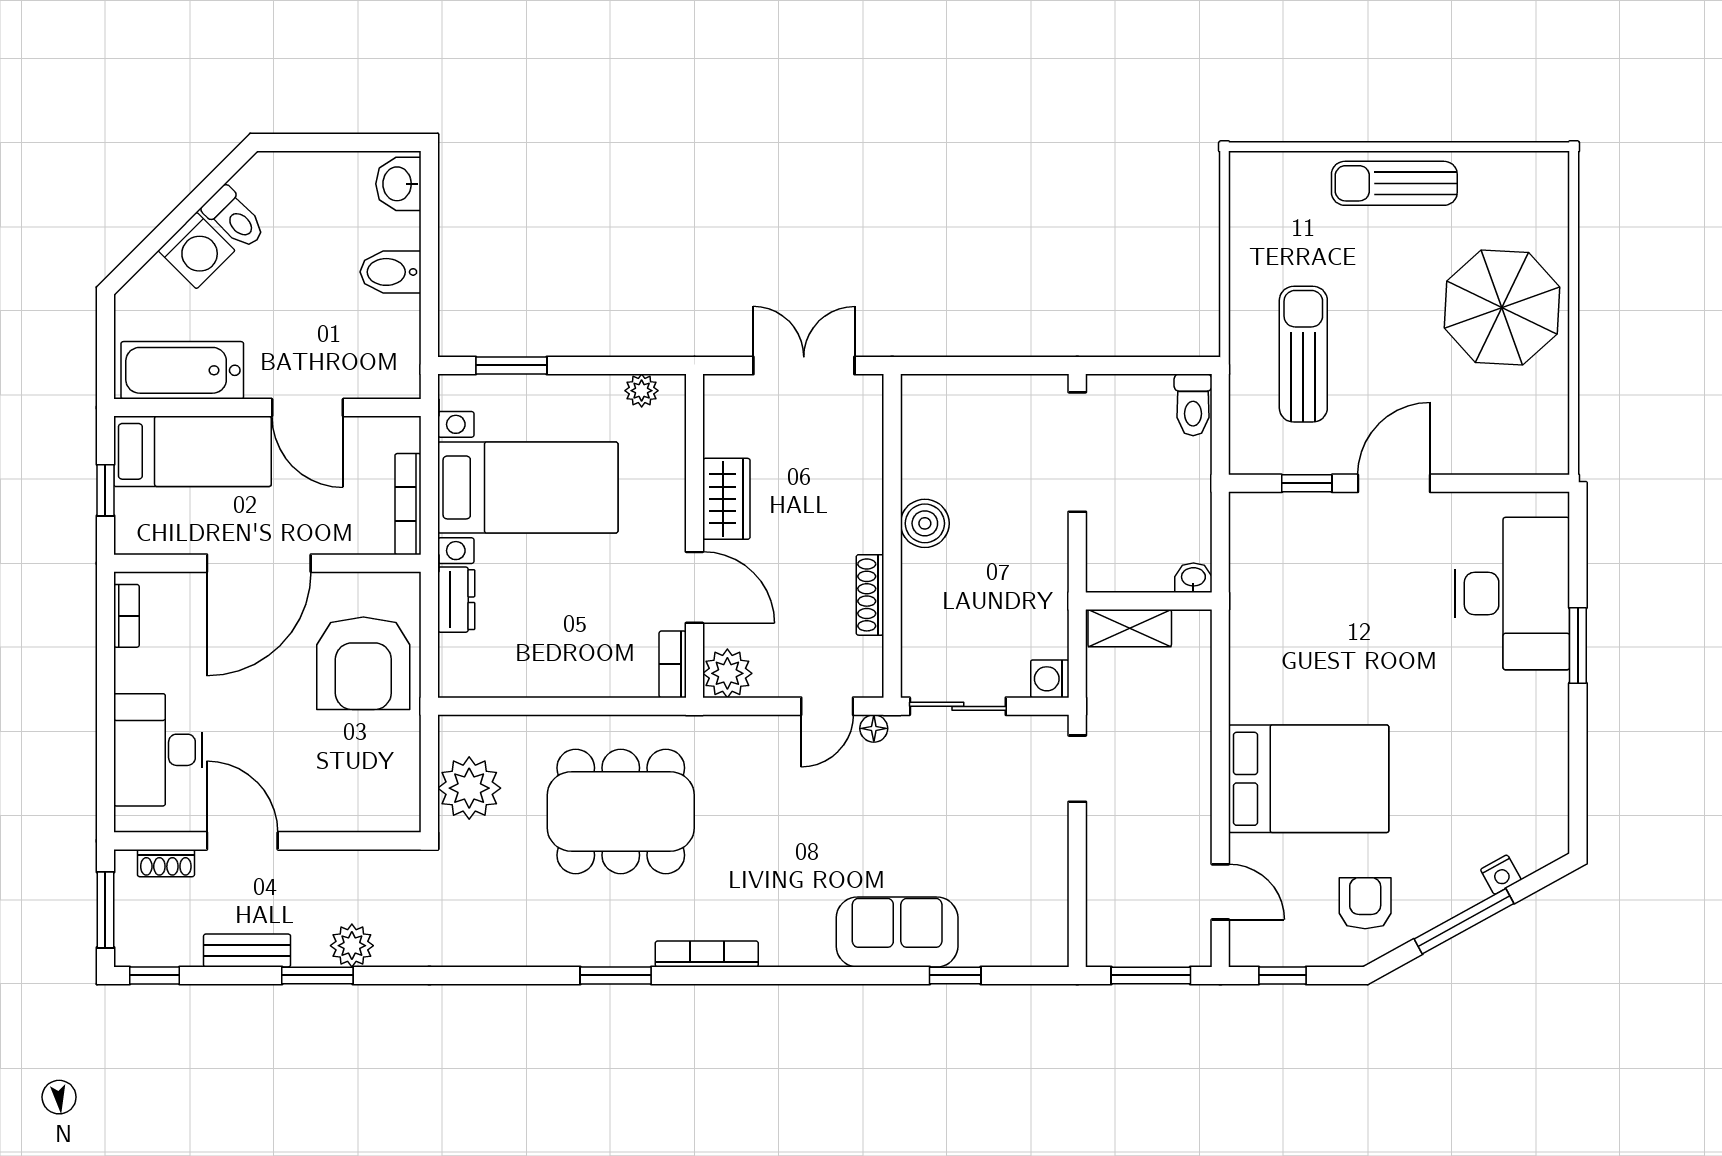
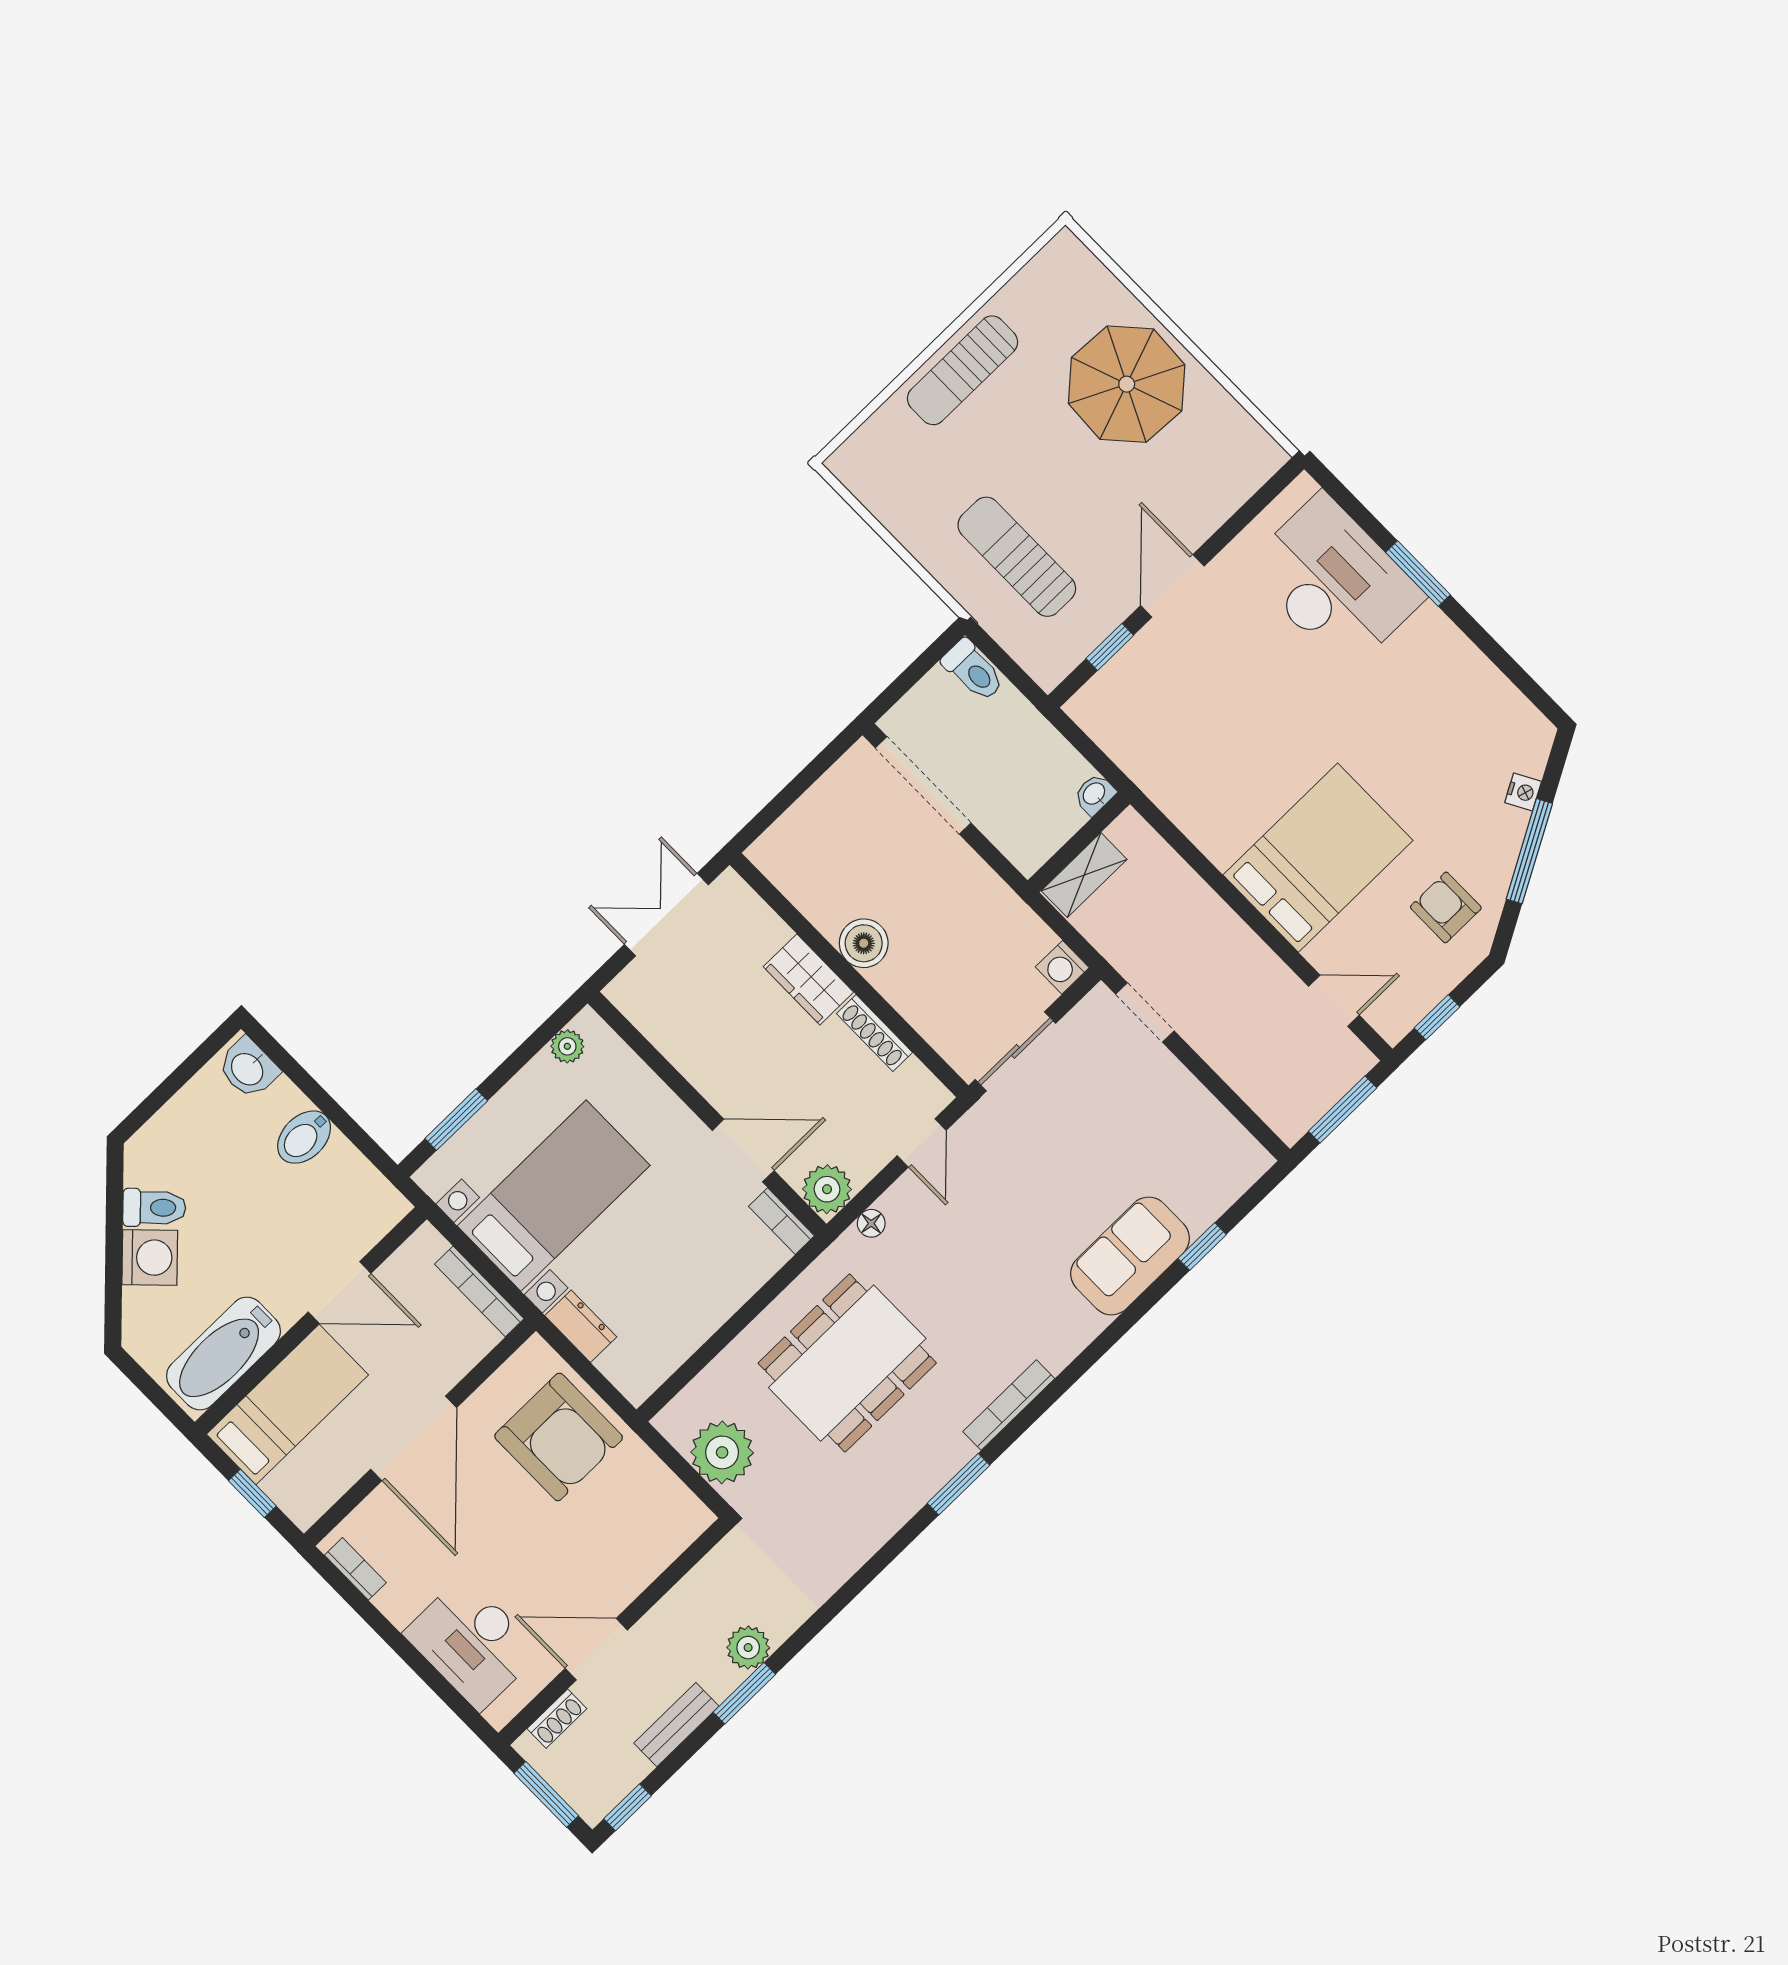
wardrobe: (726, 499) -> (808, 979), moved, turned 180
floor lamp: (874, 728) -> (871, 1223), moved

